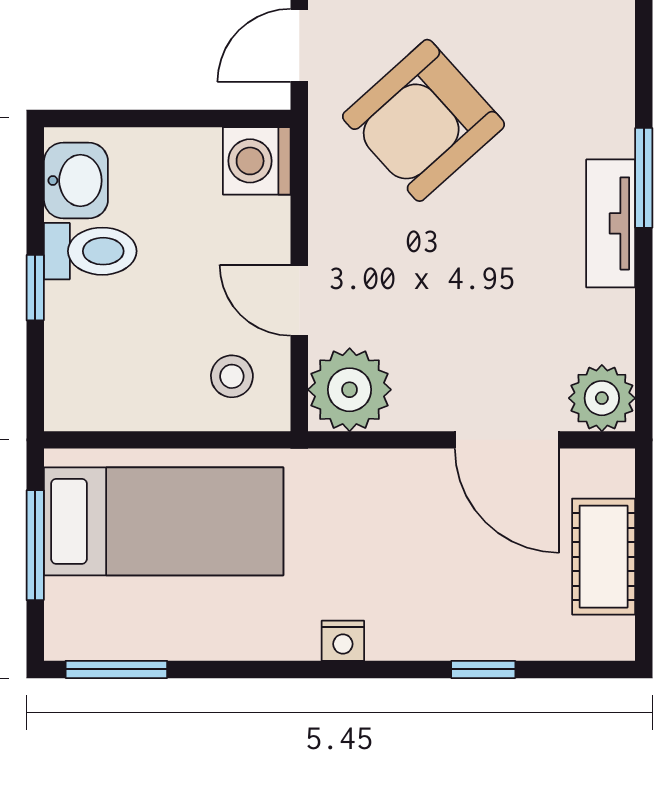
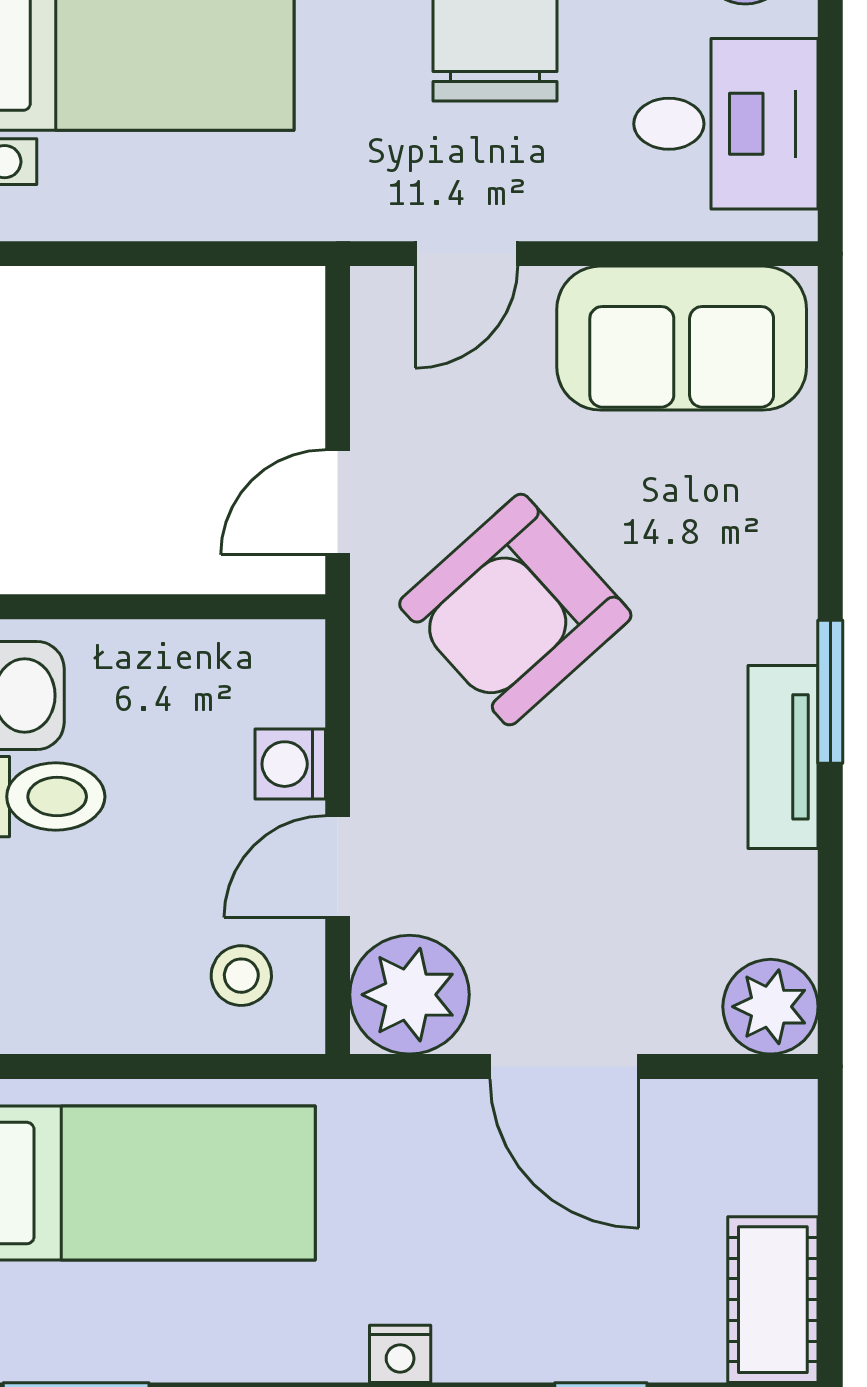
washing machine: (257, 161) -> (290, 764), moved, width x0.73, depth x0.73
door: (299, 300) -> (338, 867), hinge flipped
door: (507, 440) -> (564, 1067), moved
cot: (604, 557) -> (773, 1300), moved

